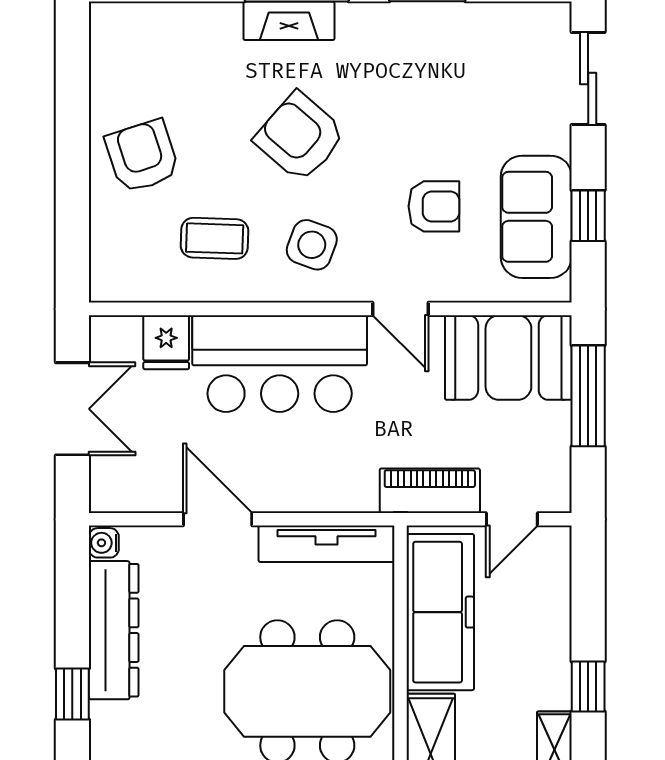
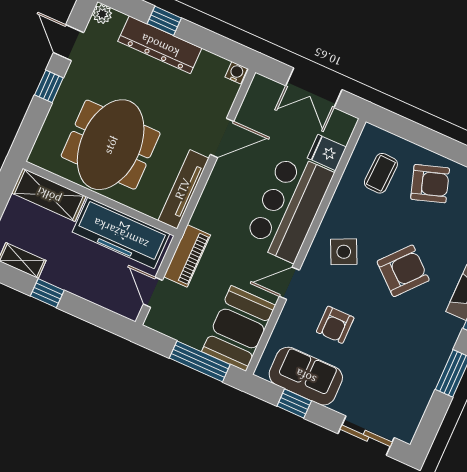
coffee table: (215, 238) -> (381, 173), moved
side table: (312, 245) -> (344, 252), turned 45
dresser: (114, 630) -> (160, 45), moved

